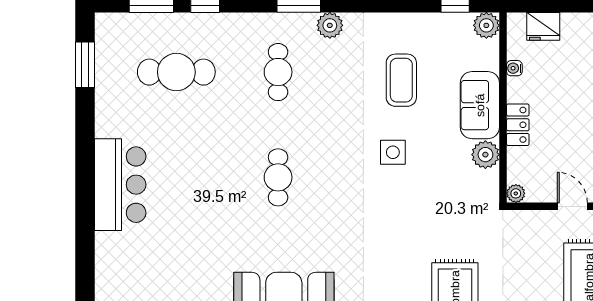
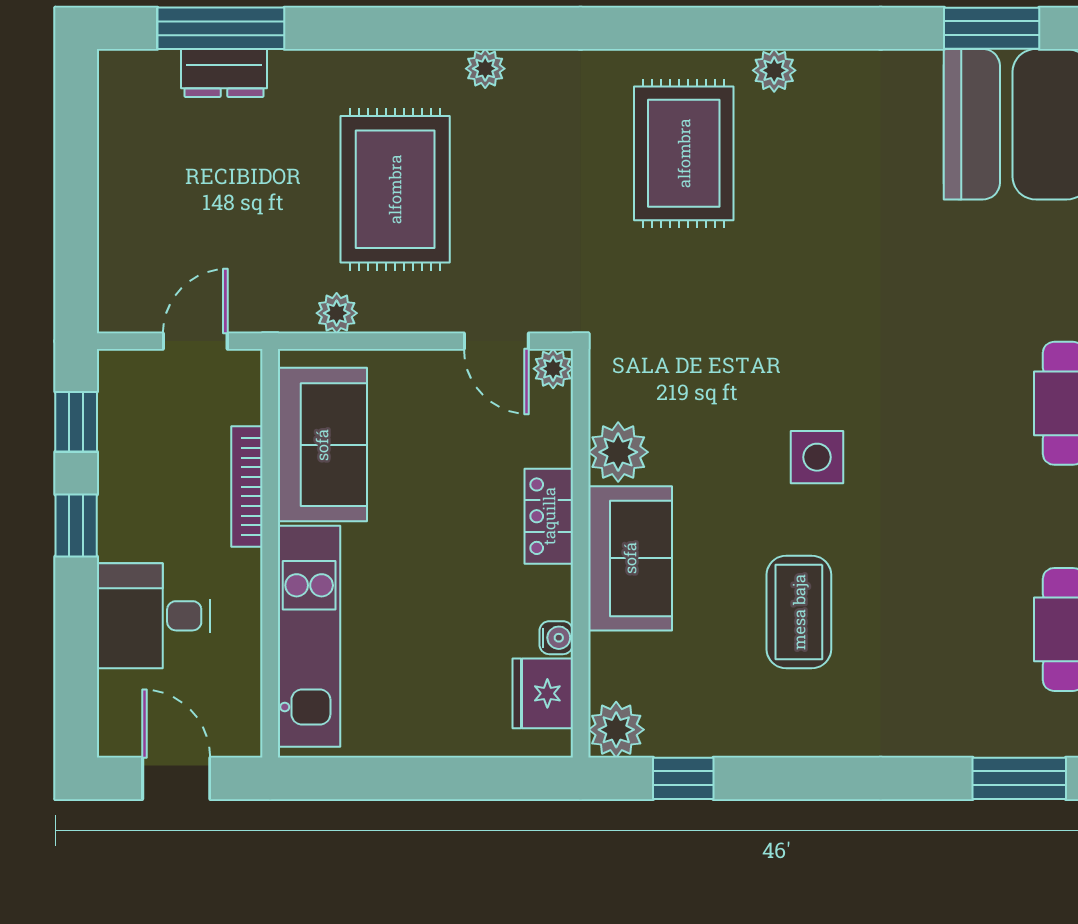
plant: (330, 25) -> (952, 730), removed
fridge: (543, 26) -> (543, 693), moved, turned -90
door: (572, 206) -> (496, 341), moved

